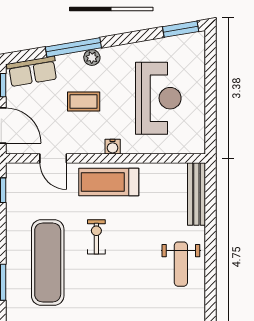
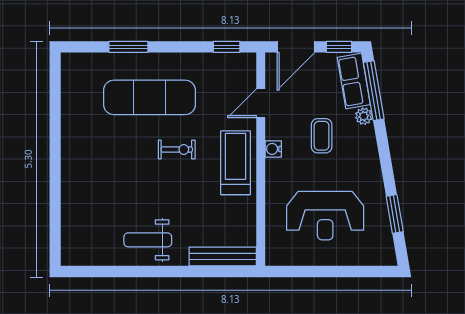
window: (181, 29) -> (395, 214), moved
window: (73, 47) -> (374, 91), moved
plant: (92, 58) -> (364, 116), moved
water cooler: (113, 147) -> (273, 149), moved

